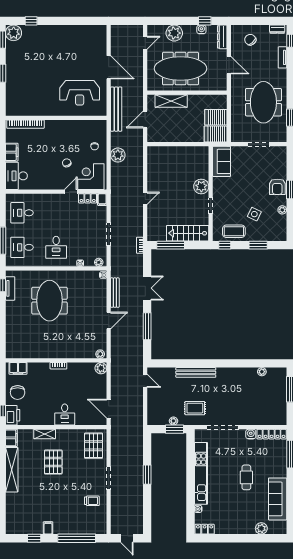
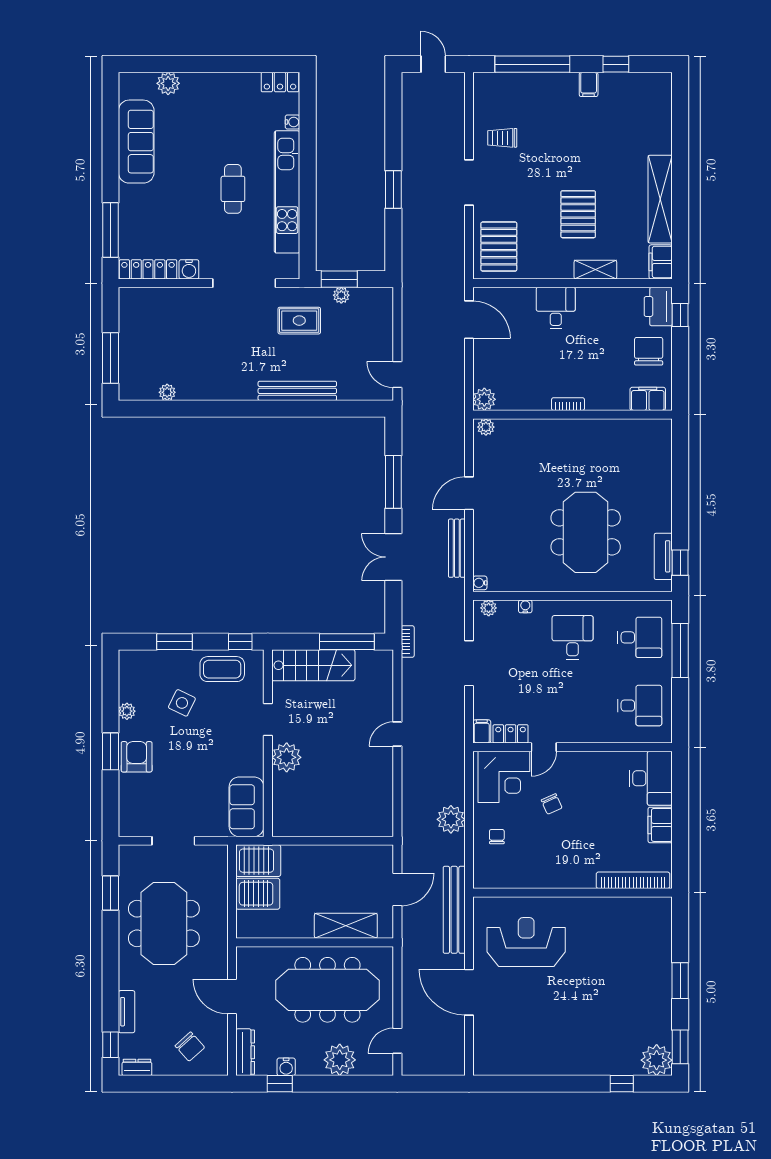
cafe table: (246, 477) -> (233, 189), moved

